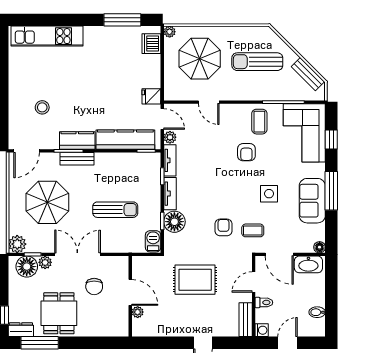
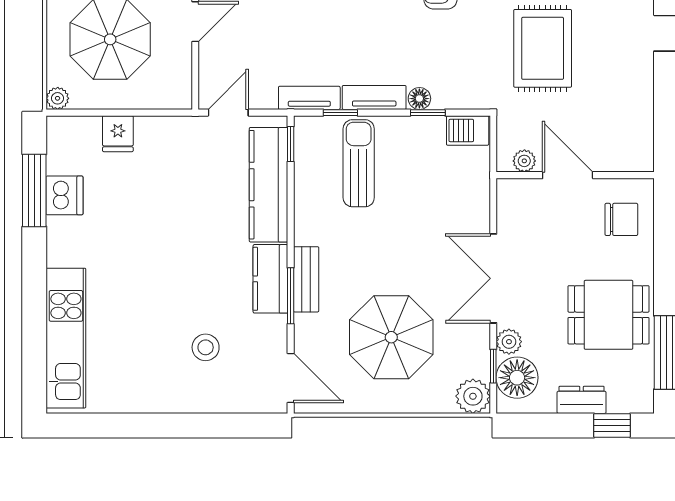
dishwasher: (151, 44) -> (65, 195), moved, turned -90
fridge: (151, 96) -> (118, 134), moved
plant: (170, 137) -> (264, 97), removed
sun lounger: (115, 210) -> (359, 163), moved
floor lamp: (174, 222) -> (419, 99), width x0.53, depth x0.53
chair: (94, 286) -> (621, 219), moved
door: (130, 292) -> (568, 175), hinge flipped
plant: (138, 312) -> (524, 161), moved
dresser: (21, 330) -> (582, 400), moved, turned 90

